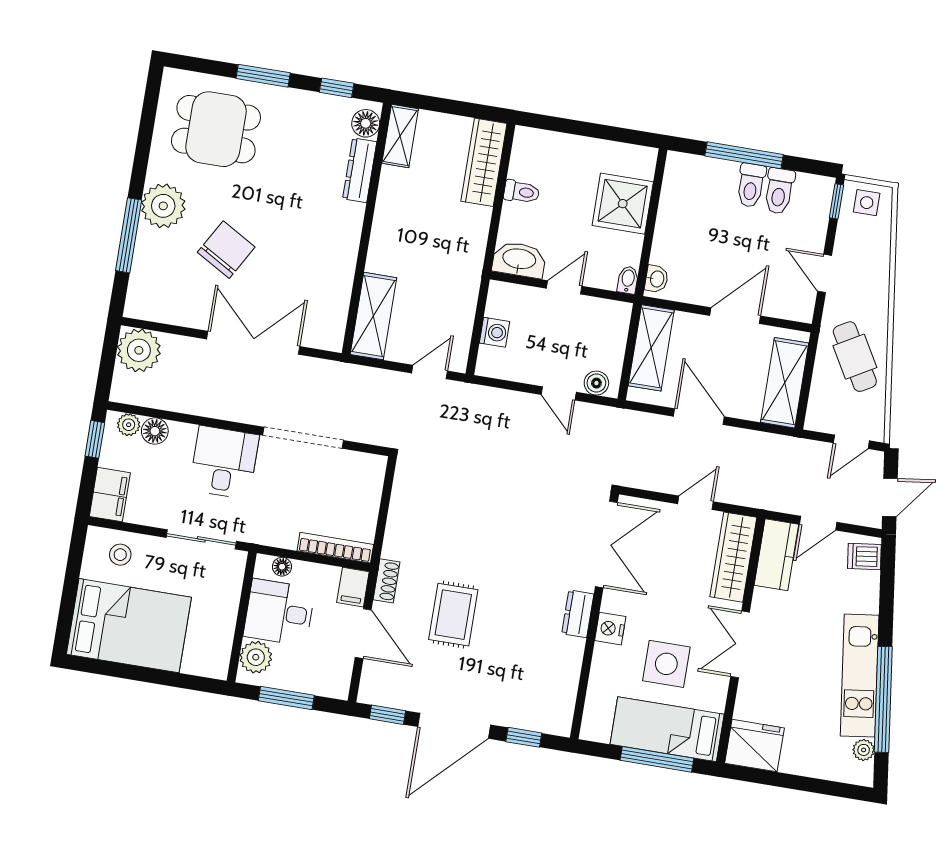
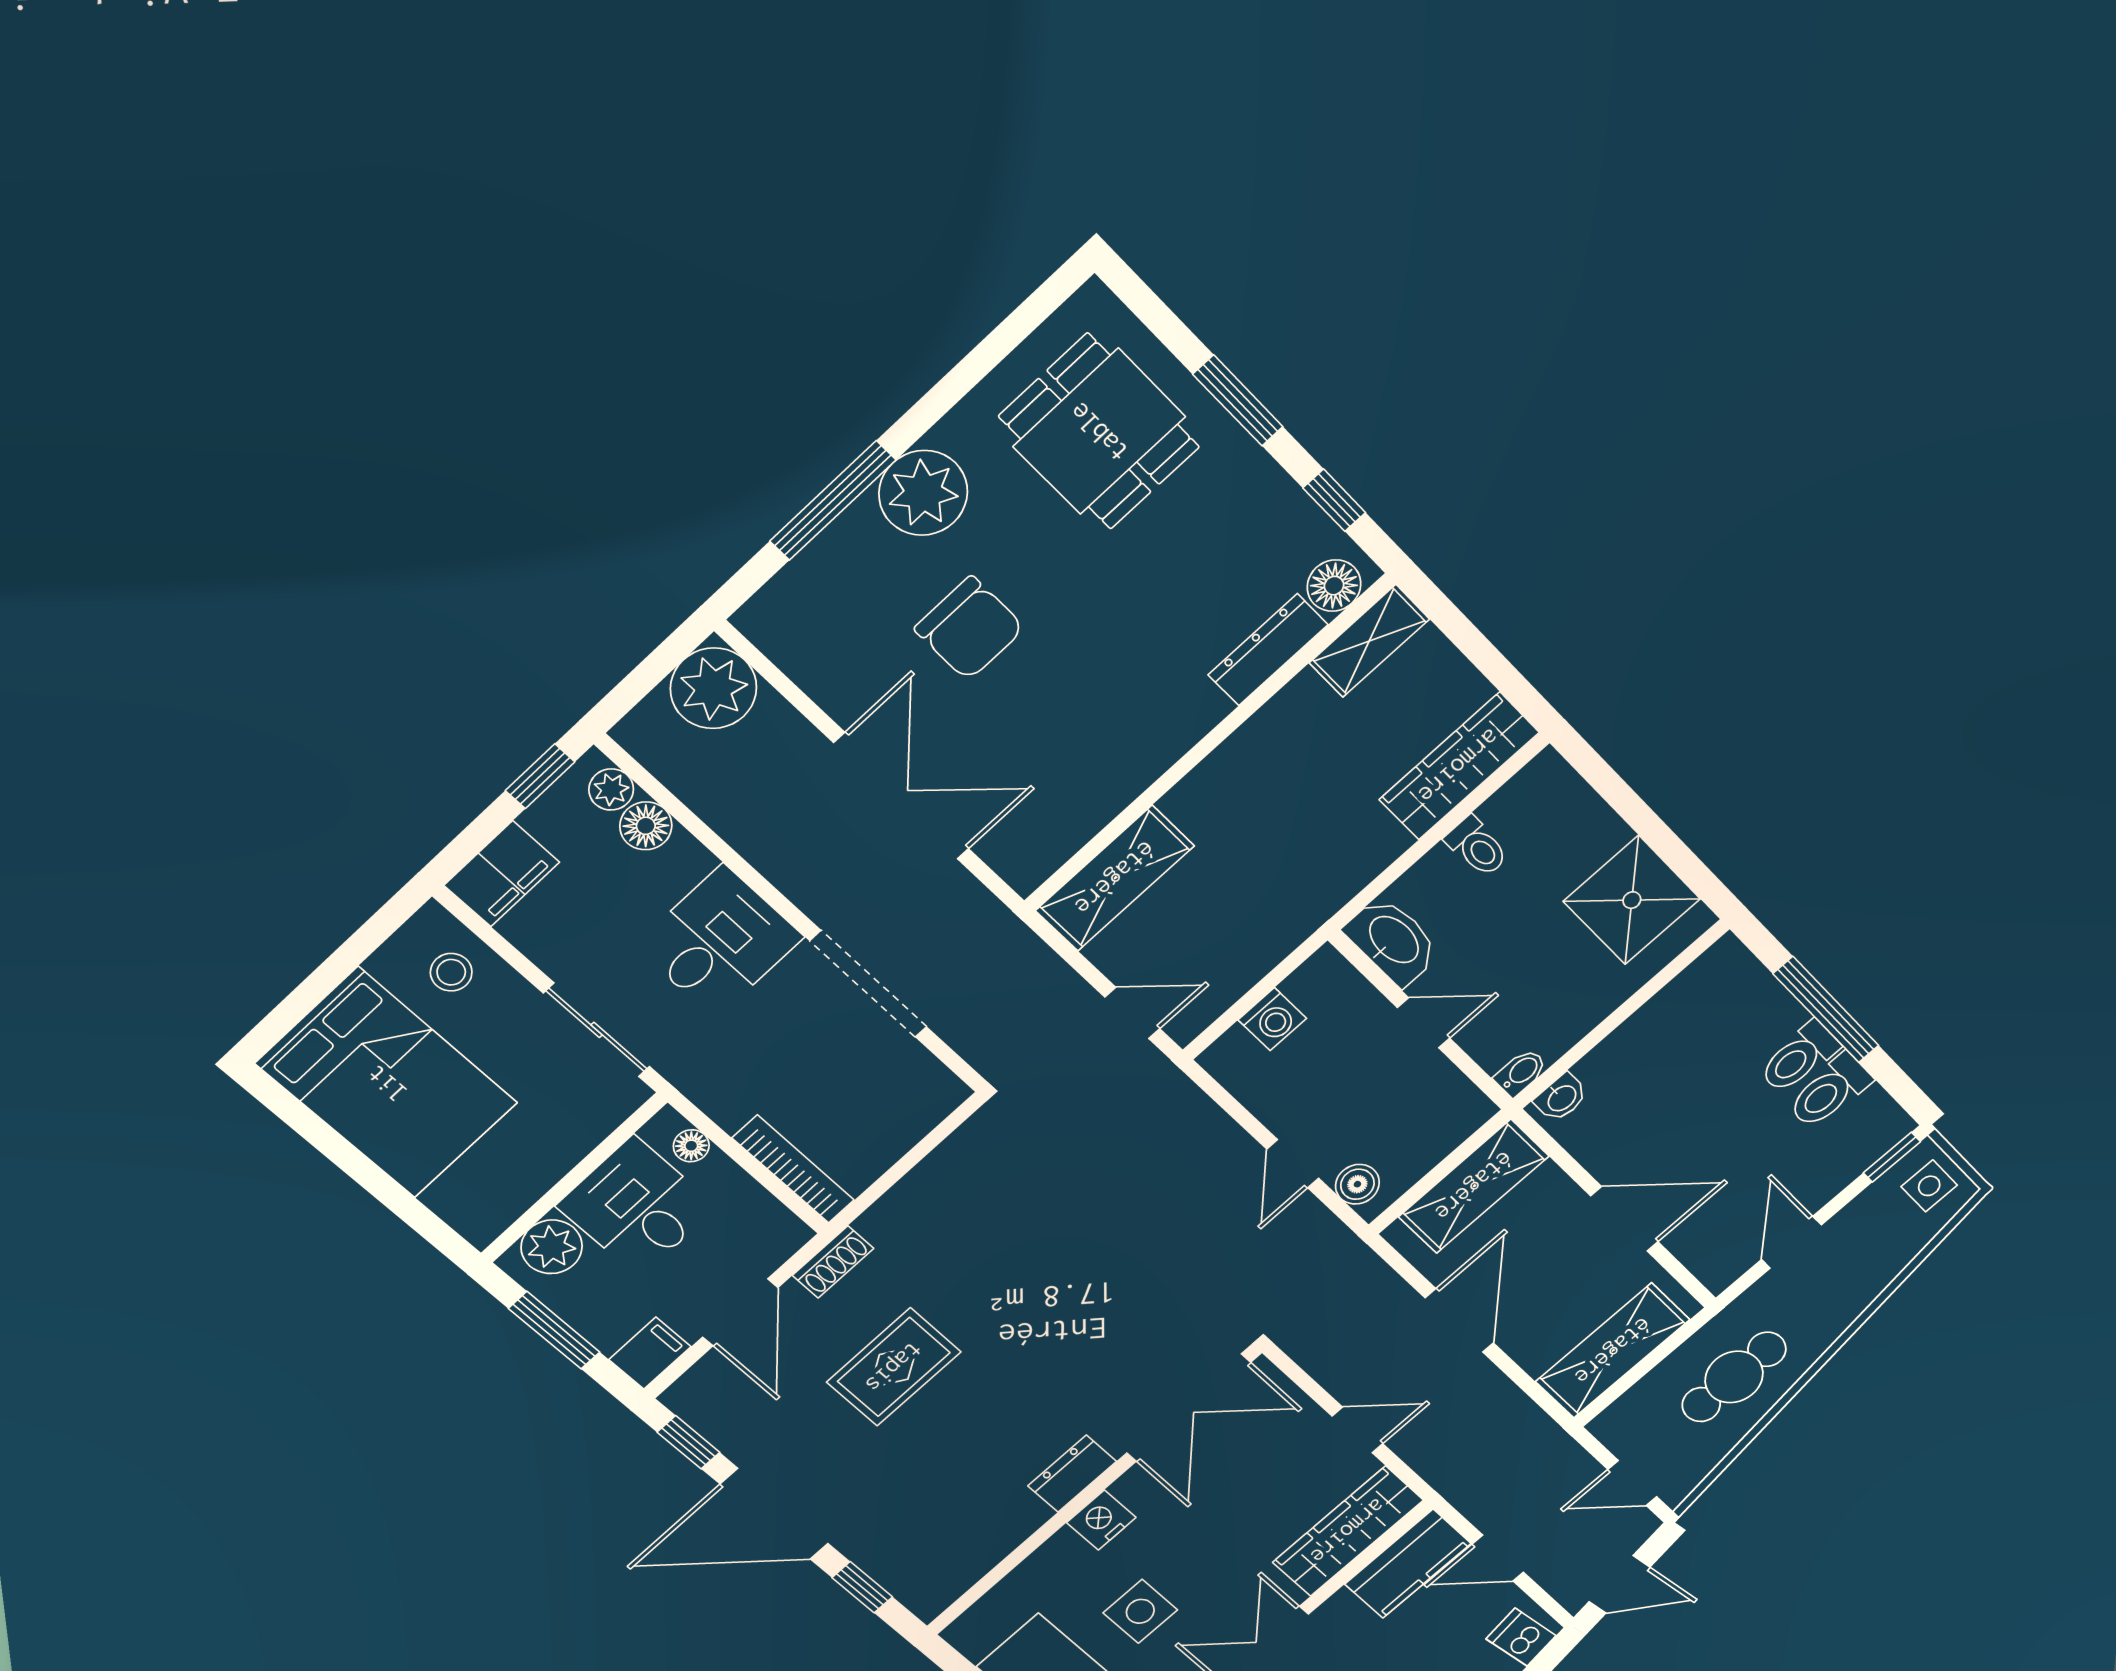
shower: (623, 204) -> (1632, 900), moved
chair: (226, 250) -> (970, 628), turned 60
cafe table: (855, 357) -> (1734, 1377), turned 30
filing cabinet: (353, 587) -> (650, 1353), moved, turned 180
side table: (666, 664) -> (1140, 1611), width x0.73, depth x0.73

